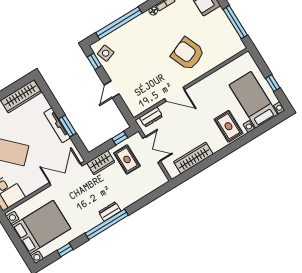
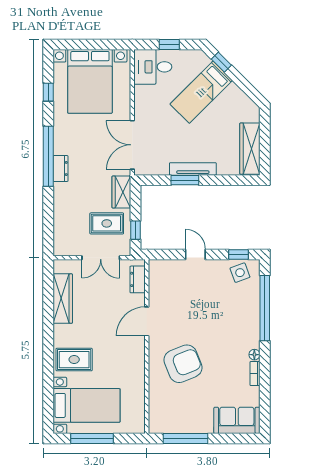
window: (273, 83) -> (92, 439), width x2.17
double door: (66, 174) -> (132, 145), swing flipped

